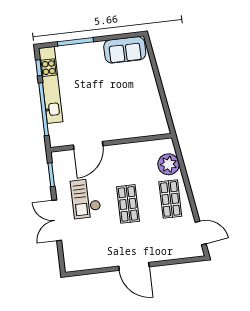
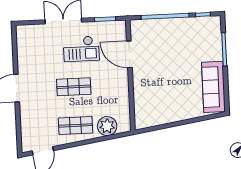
sofa: (125, 50) -> (213, 87), width x1.36
kitchen unit: (51, 85) -> (187, 24), removed
checkout: (86, 199) -> (81, 49), turned 180

